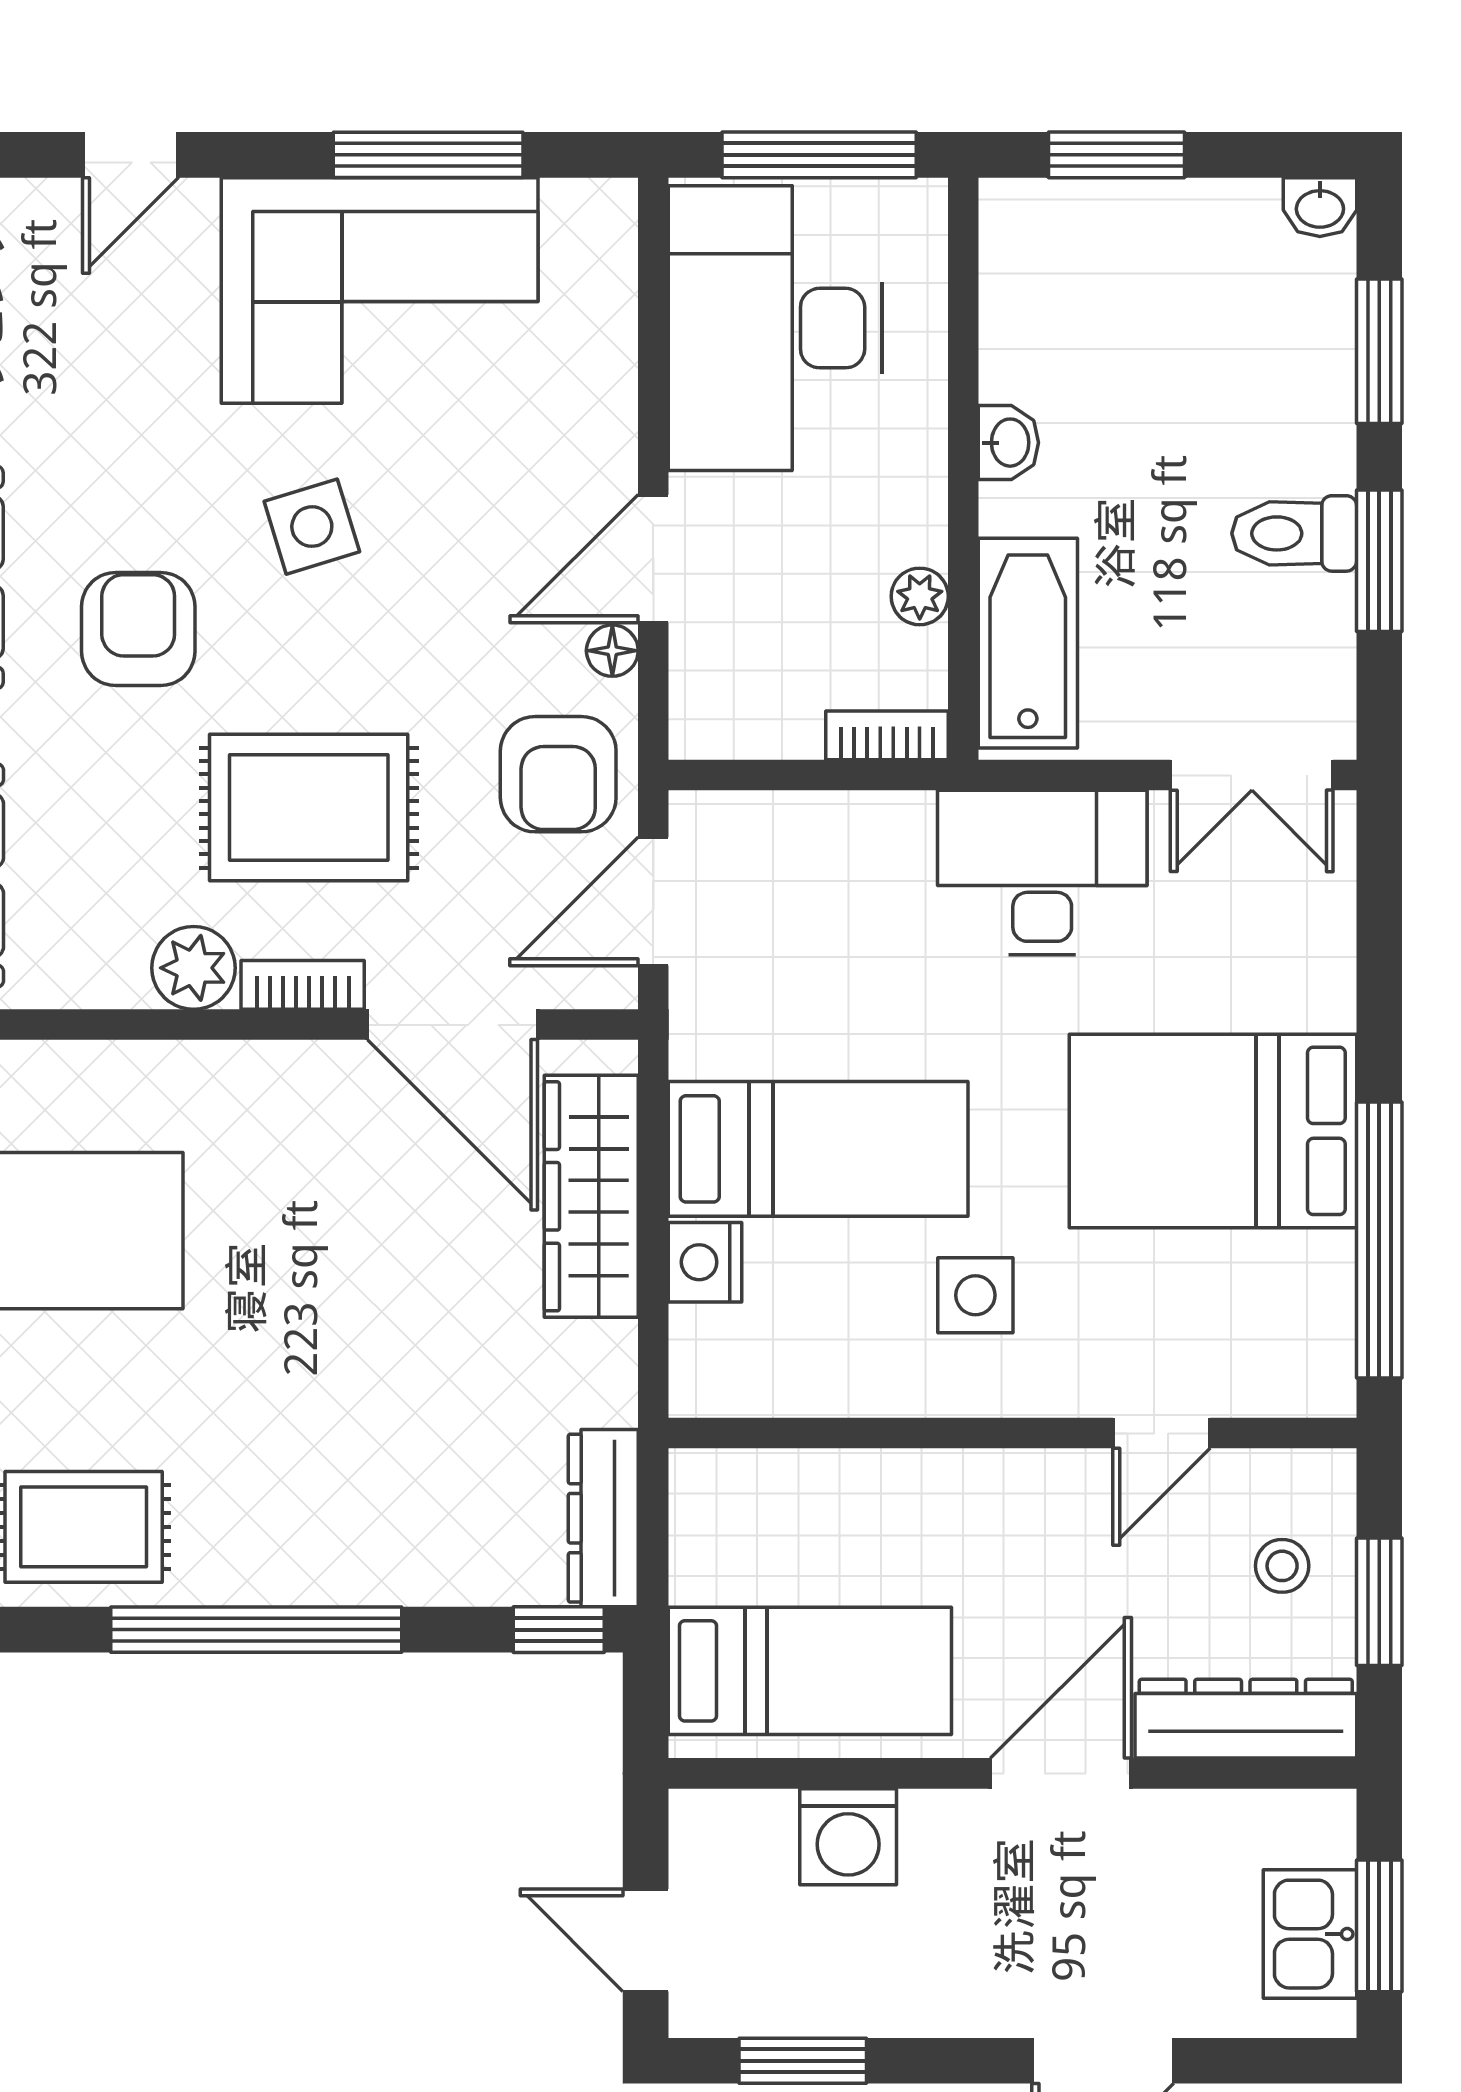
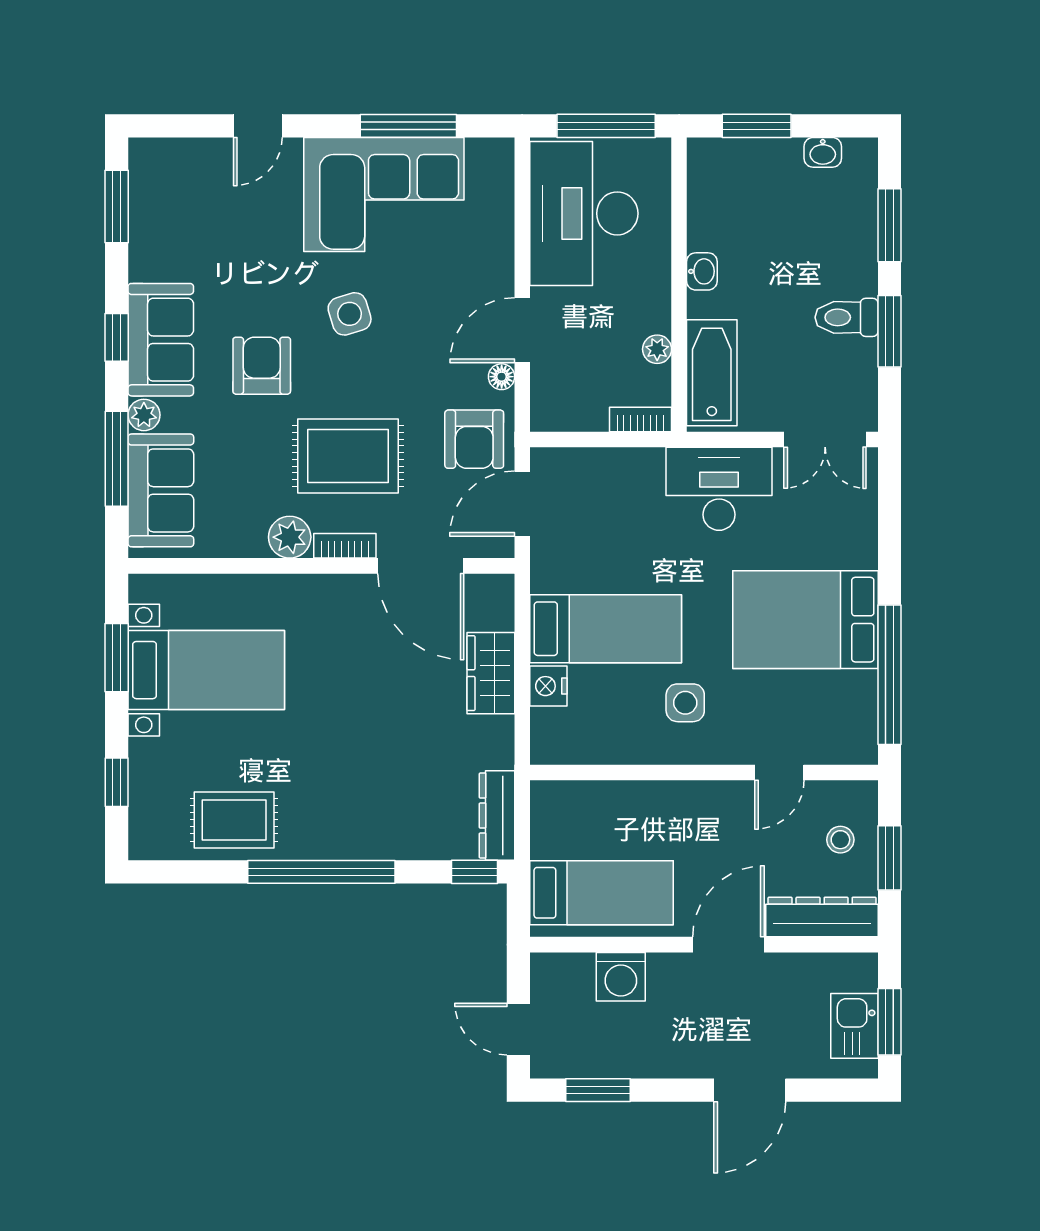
washbasin: (1320, 207) -> (823, 152), moved
wardrobe: (591, 1196) -> (491, 673), width x0.67

